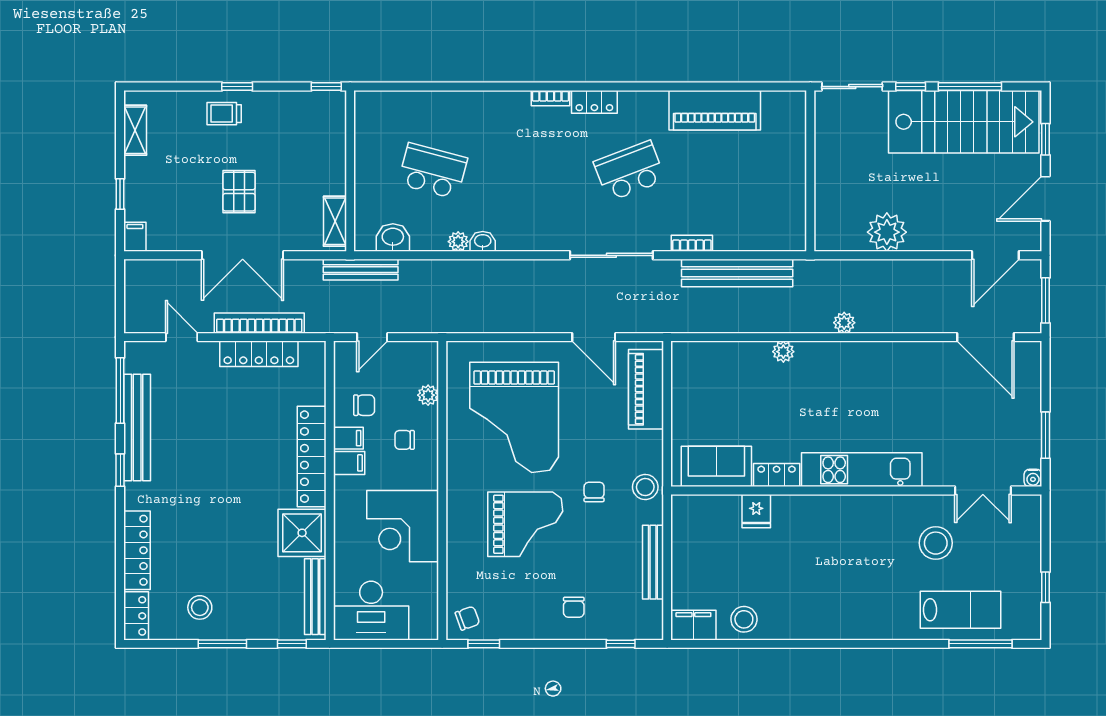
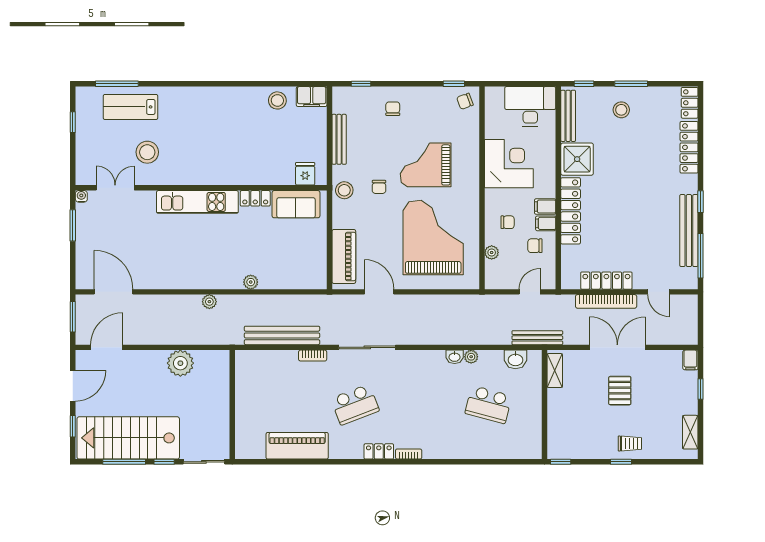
fridge: (756, 511) -> (305, 174), moved
stool: (200, 607) -> (621, 110), moved

